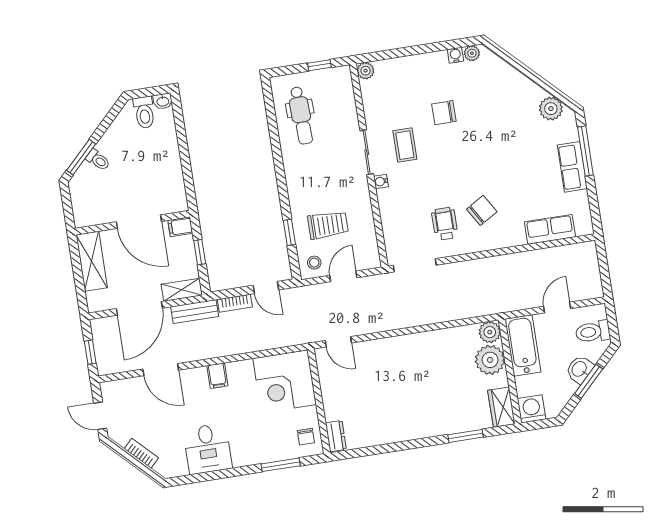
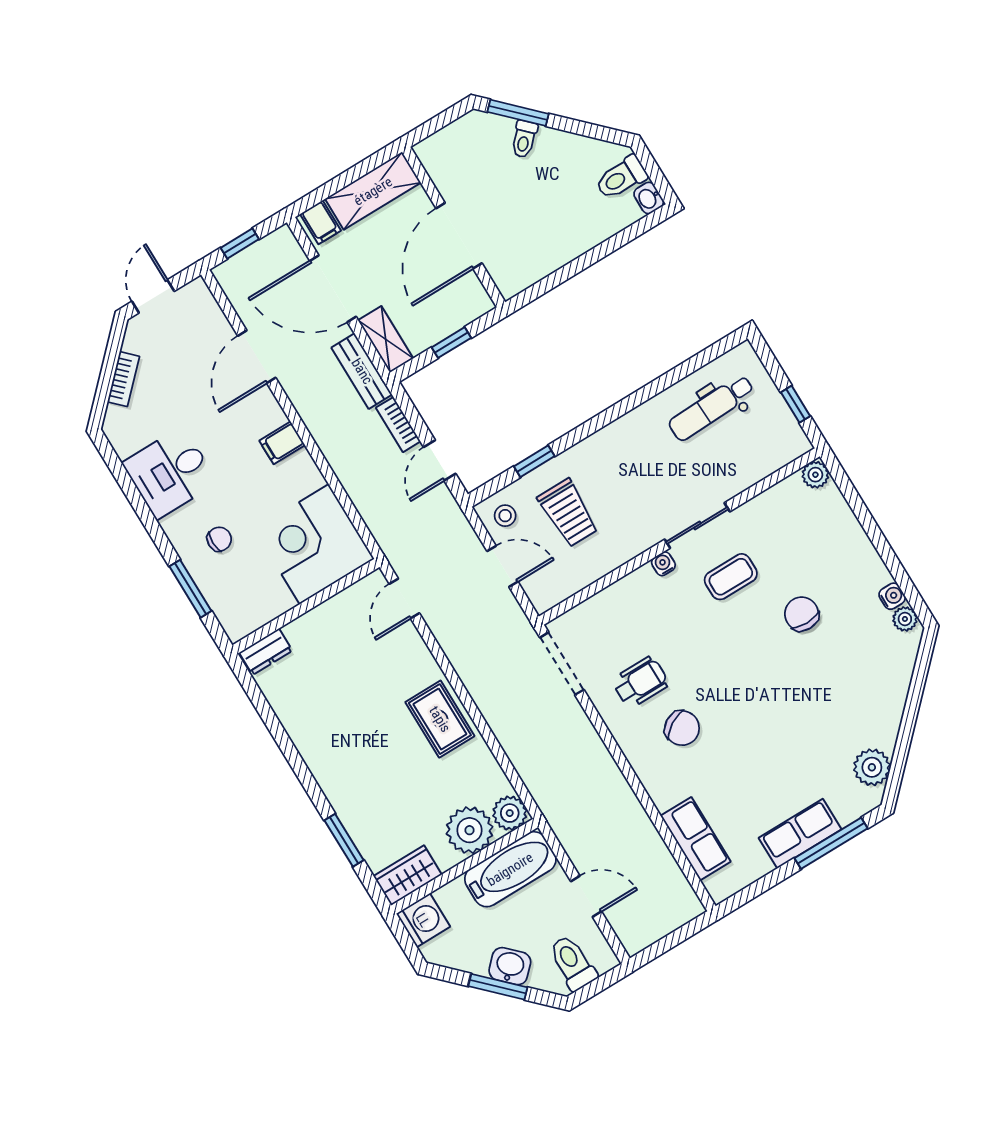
filing cabinet: (180, 227) -> (321, 222), moved, turned 180
rug: (418, 350) -> (440, 719), added
chair: (306, 437) -> (219, 539), moved, turned 180

